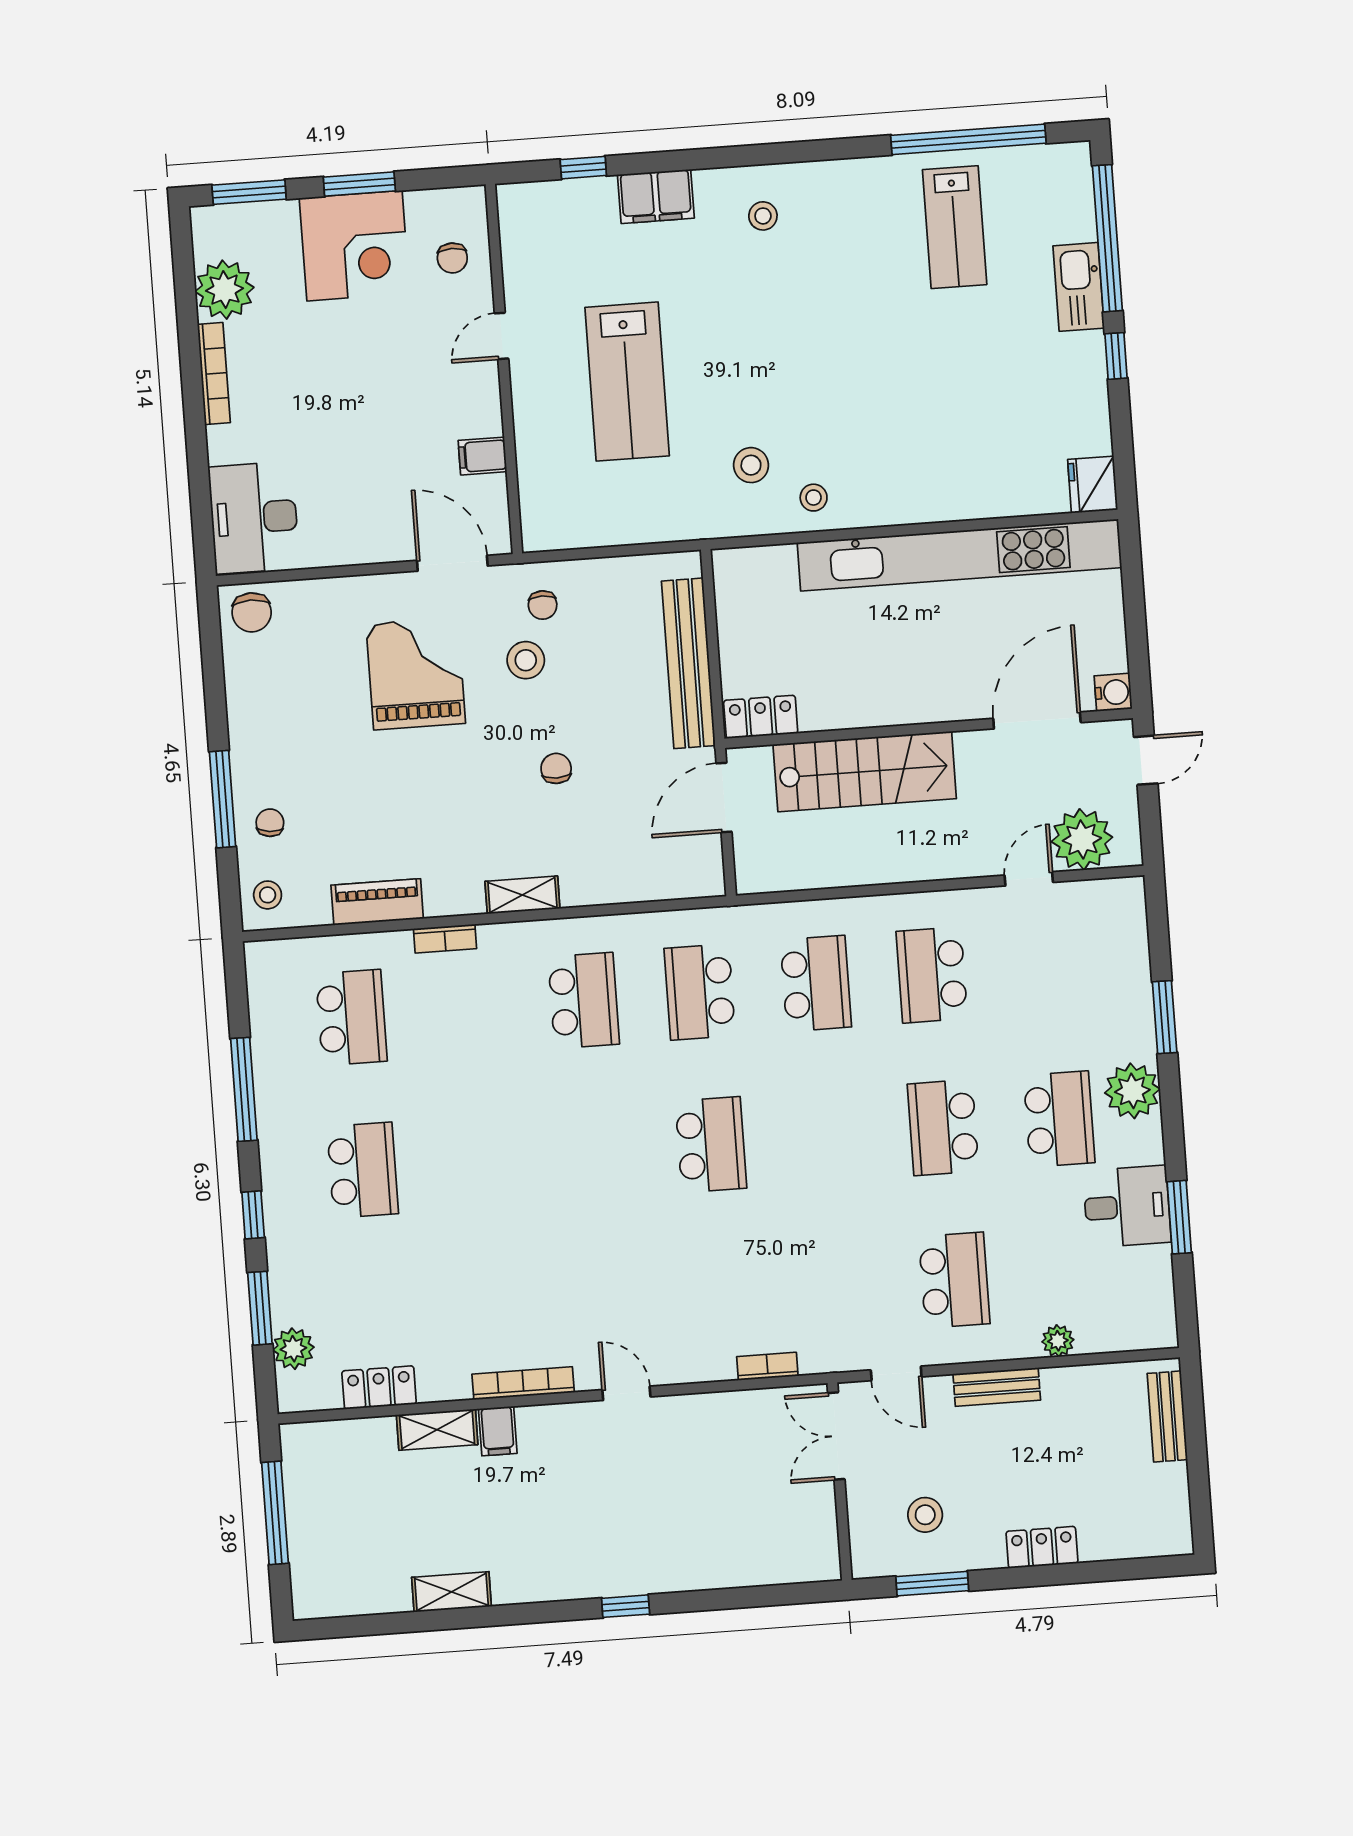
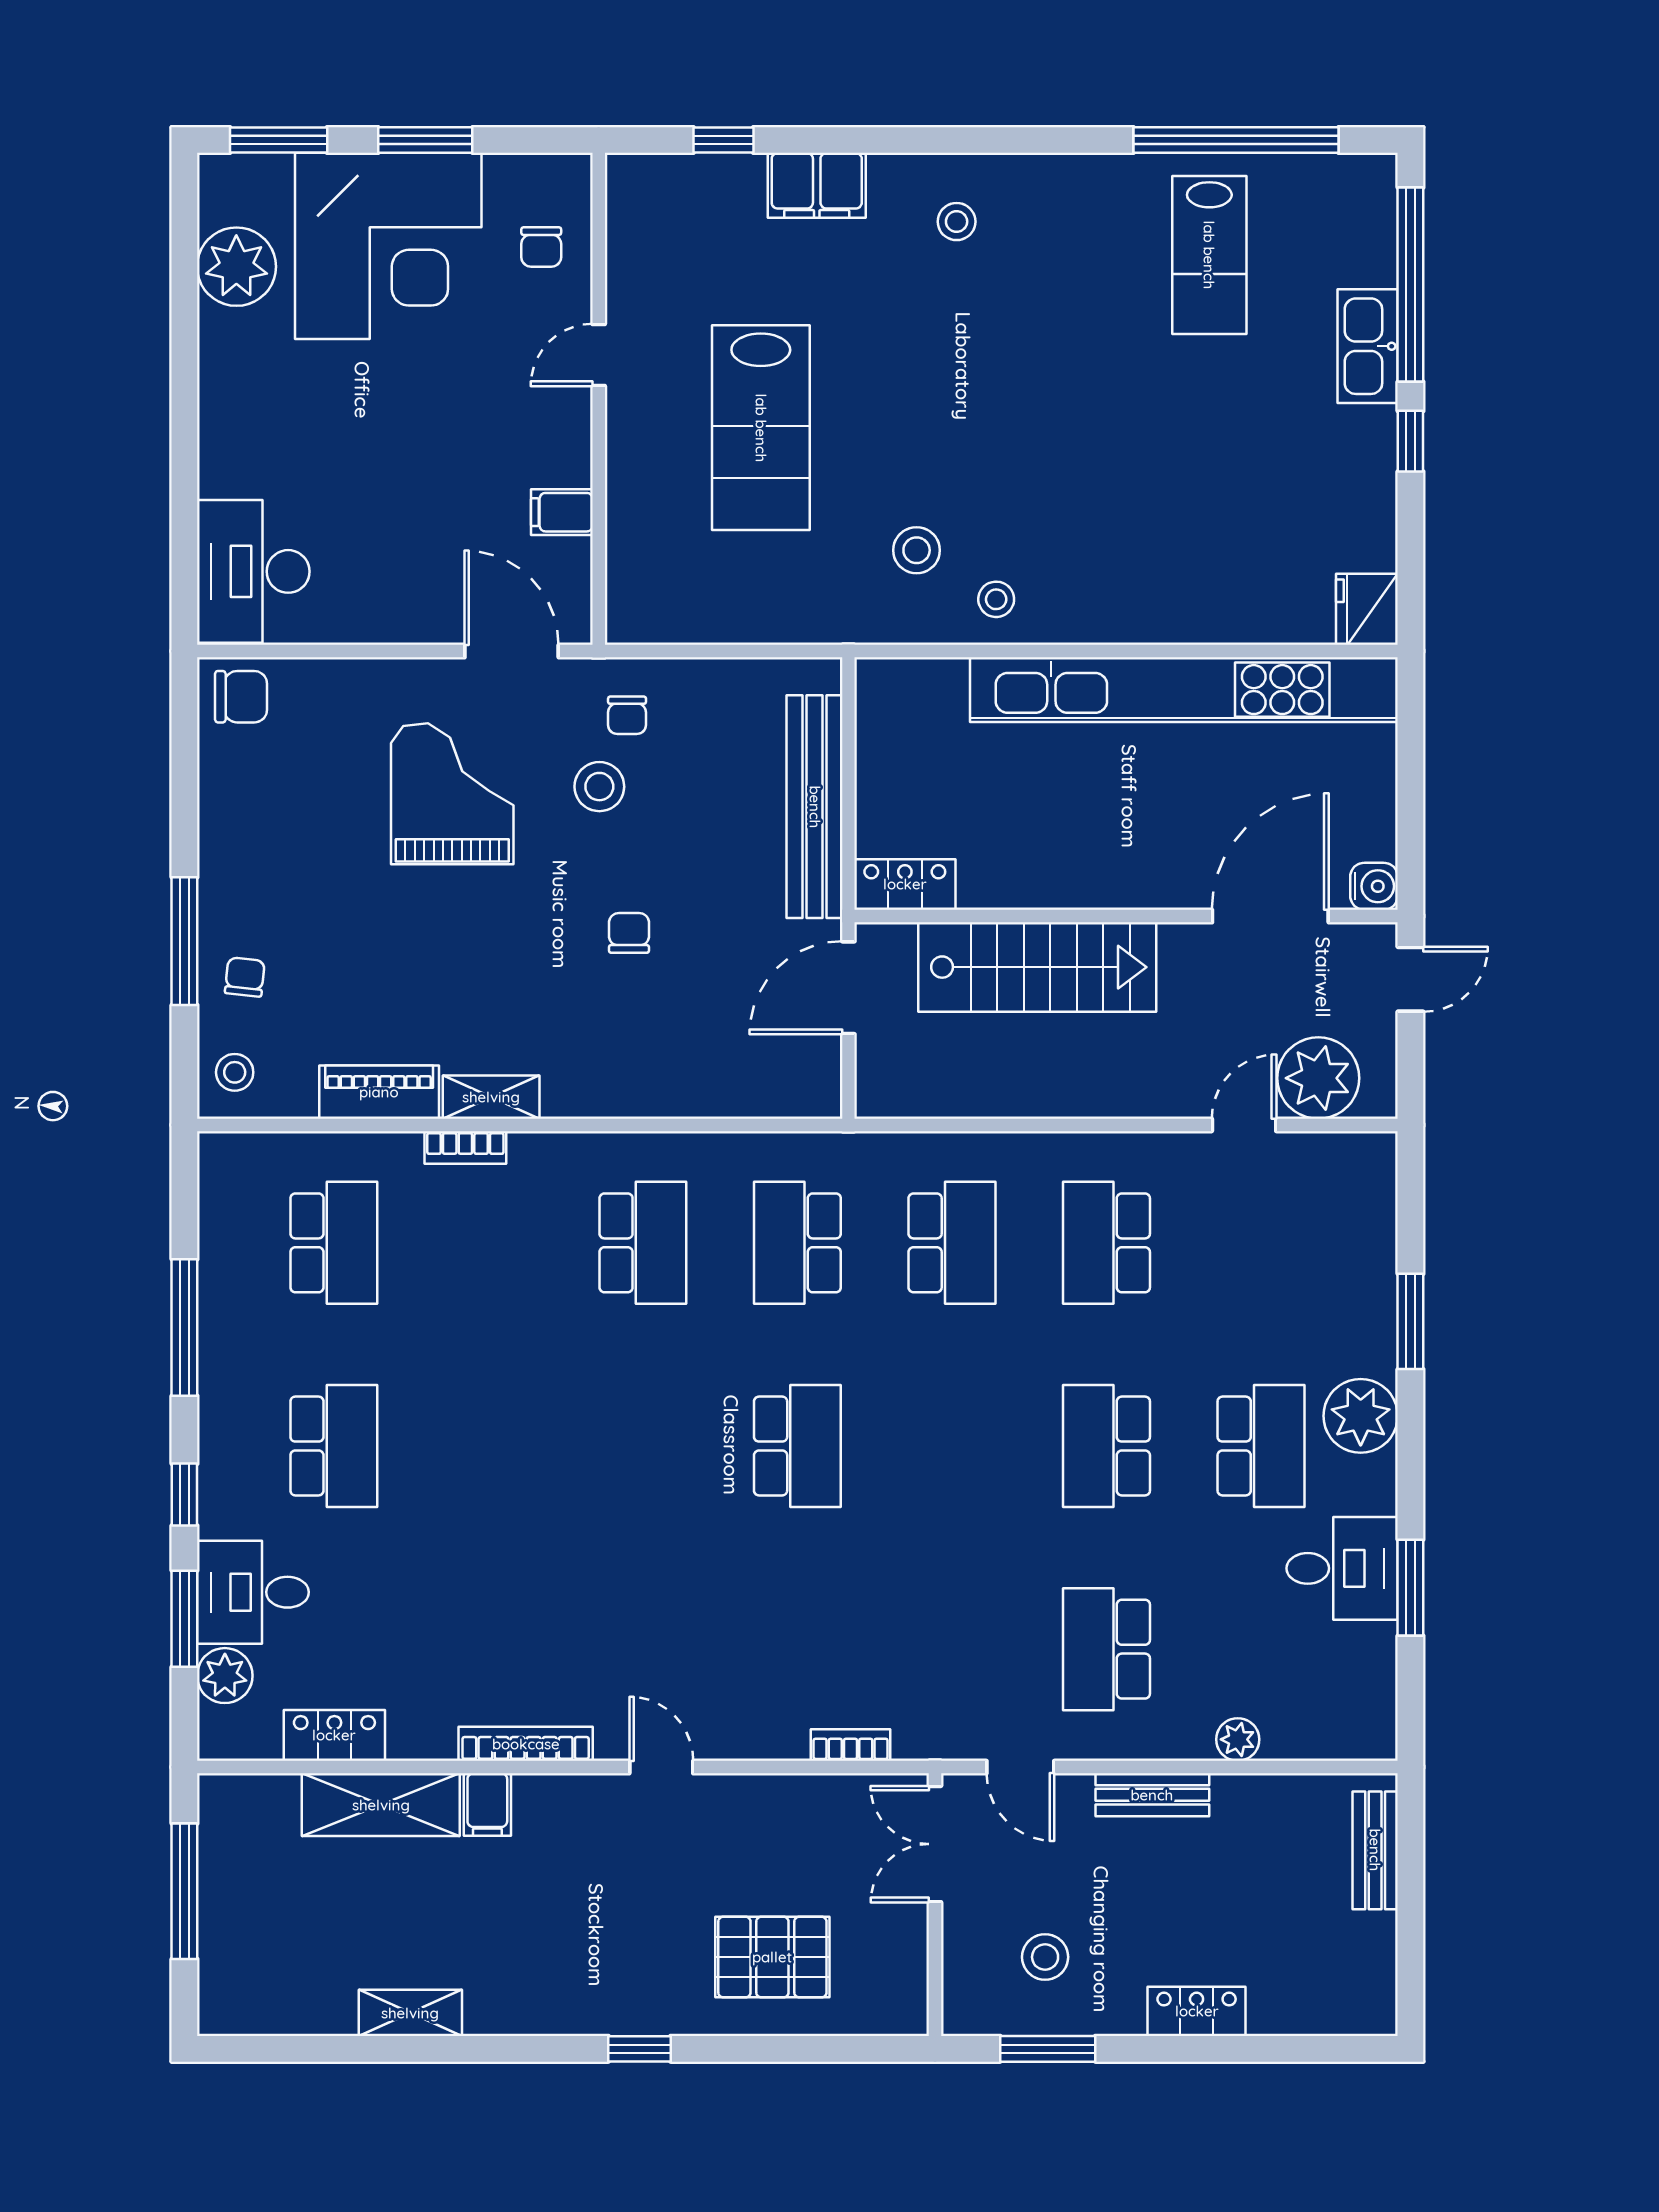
corner desk: (355, 246) -> (388, 246), width x1.36, depth x1.36
bookcase: (214, 373) -> (214, 377), removed
chair: (252, 612) -> (241, 697), turned -90
shelving: (522, 895) -> (491, 1097), moved
school desk: (954, 1280) -> (1106, 1649), turned 180
desk: (310, 1284) -> (253, 1592), added
shelving: (437, 1430) -> (381, 1805), width x1.50, depth x1.33
pallet: (720, 1530) -> (772, 1957), added

